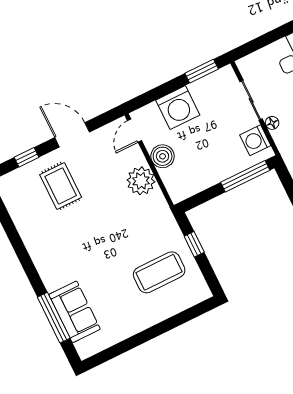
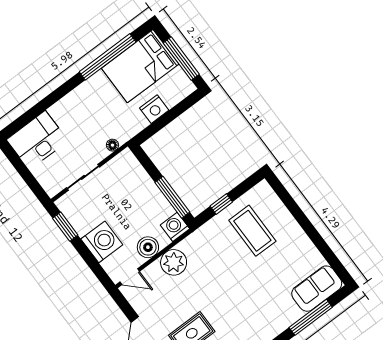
floor lamp: (272, 123) -> (112, 145), moved
washing machine: (255, 140) -> (175, 227), moved, turned 180
window: (245, 176) -> (172, 197), moved
sofa: (75, 312) -> (317, 289), moved

